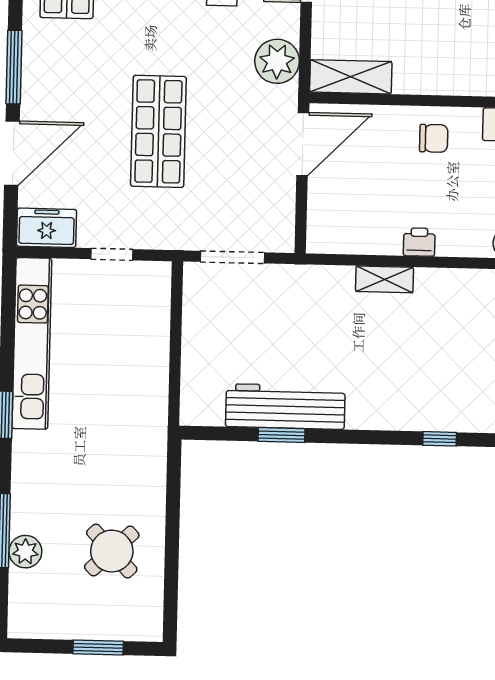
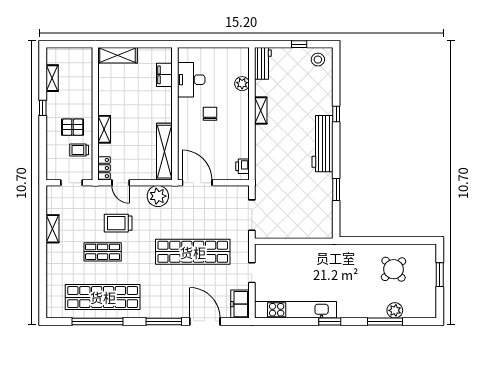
shelving: (351, 77) -> (164, 152), width x1.47
shop shelf: (158, 131) -> (193, 252), width x1.40
chair: (434, 138) -> (210, 114), moved
printer: (419, 242) -> (243, 166), moved
shelving: (385, 279) -> (261, 110), moved
workbench: (285, 407) -> (323, 144), moved

